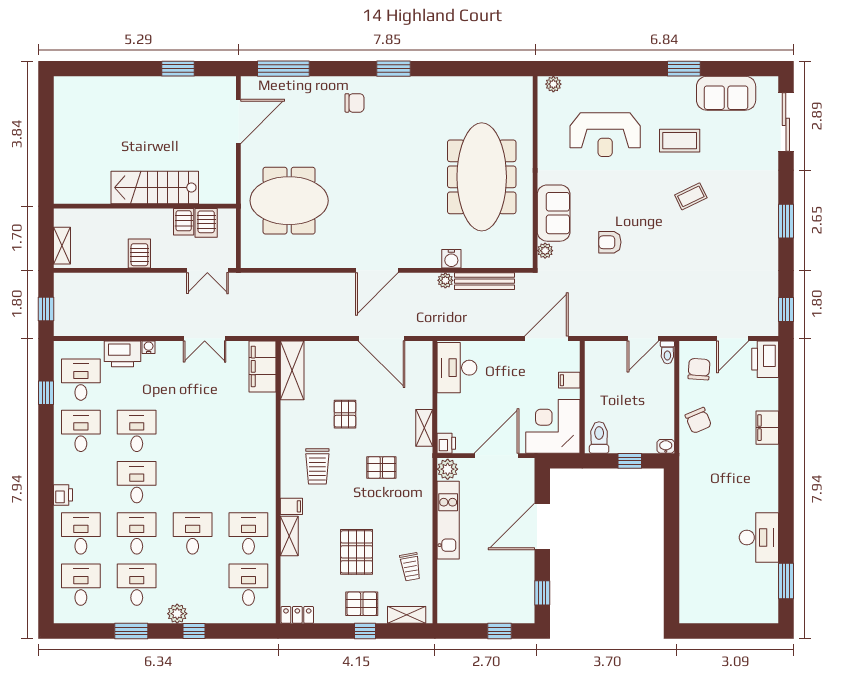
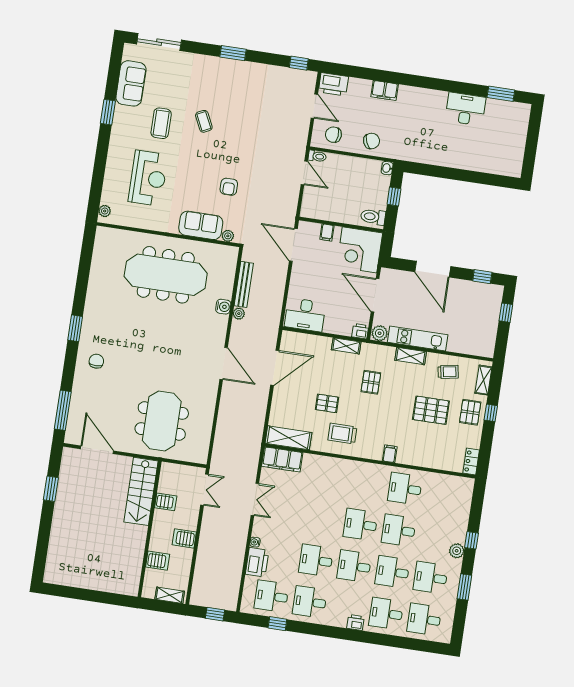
stairs: (155, 188) -> (141, 491), moved
server rack: (206, 223) -> (158, 561), moved
trolley: (317, 466) -> (342, 434), moved, turned 180
shelving: (289, 536) -> (411, 356), moved
desk: (248, 585) -> (360, 525), moved

